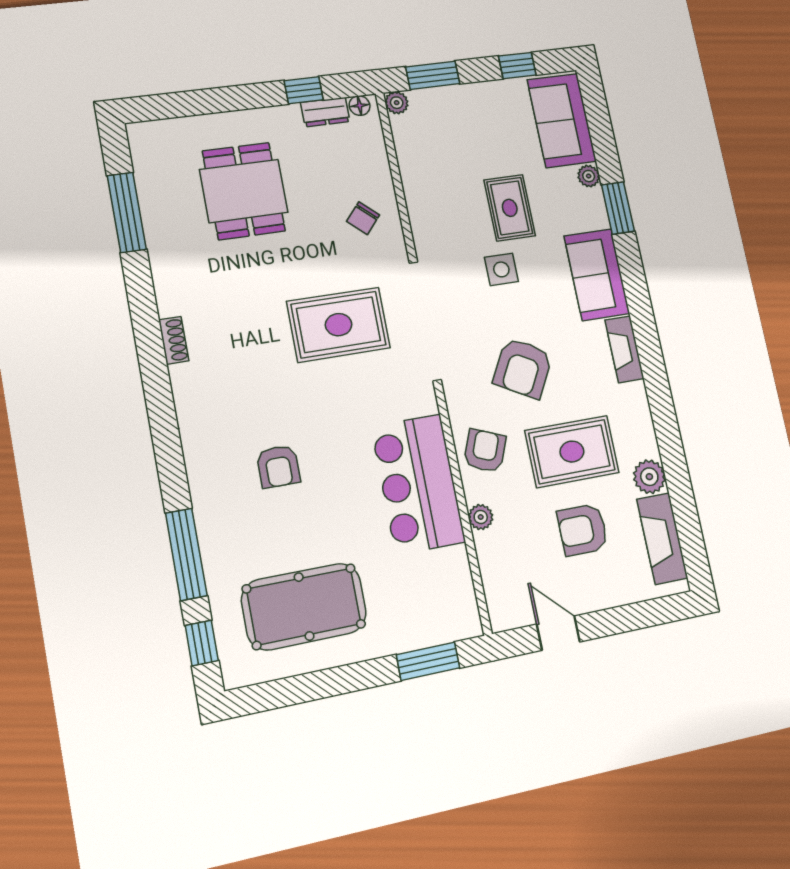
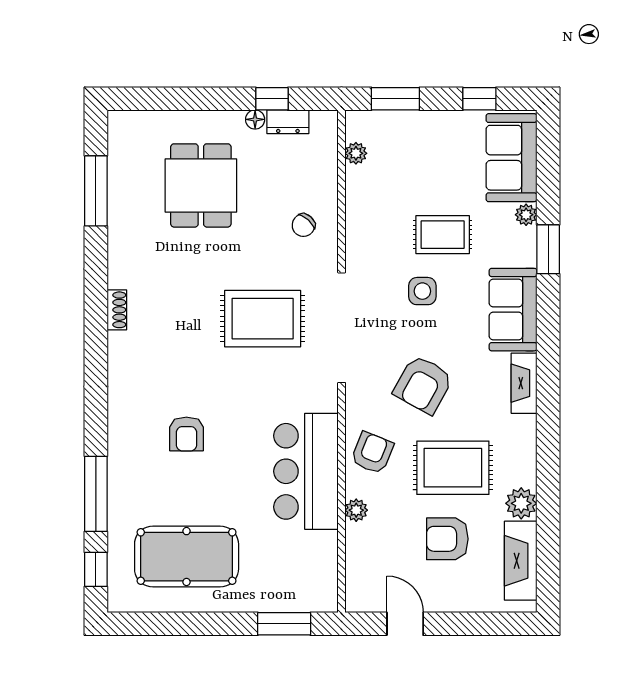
plant: (397, 103) -> (356, 153), moved
floor lamp: (360, 106) -> (255, 119), moved
rug: (510, 208) -> (443, 235), turned 90

